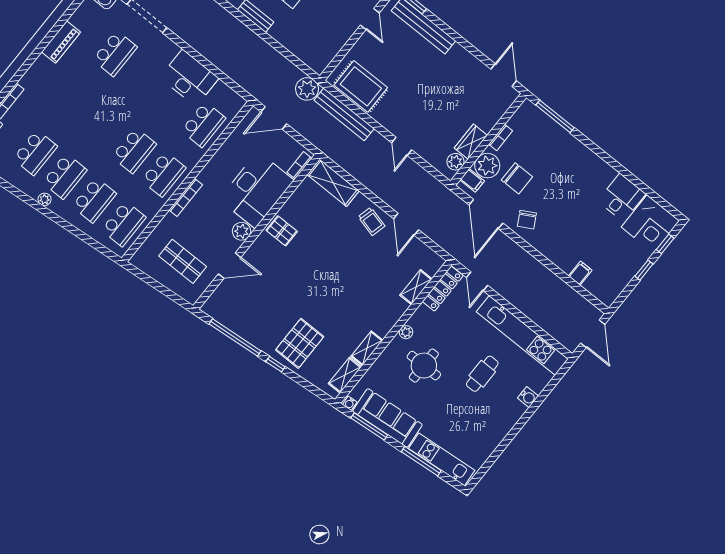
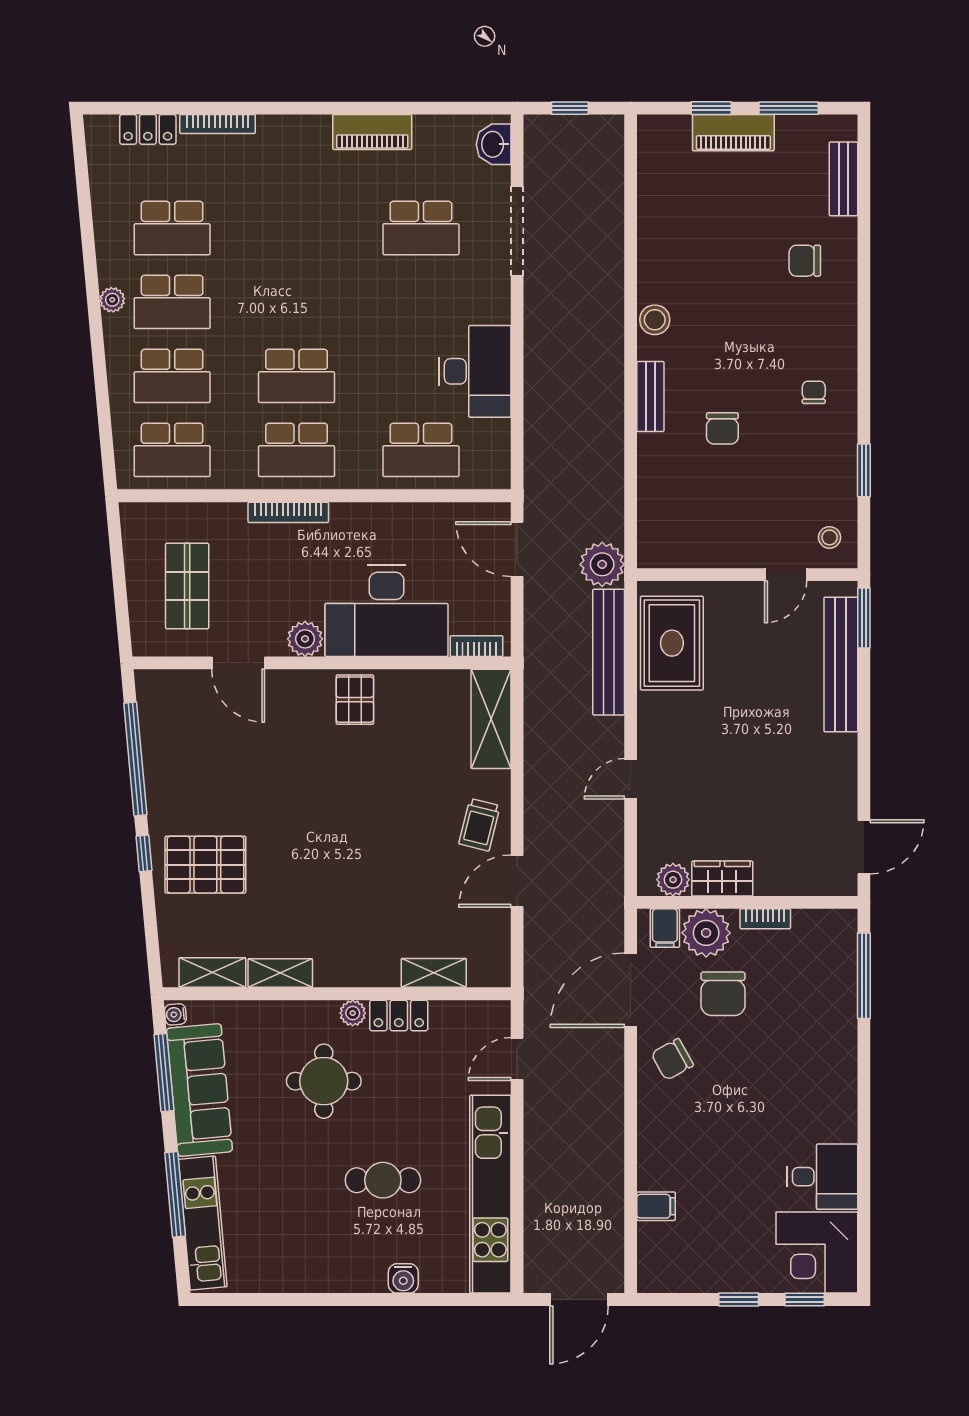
locker: (443, 289) -> (399, 1016), moved, width x0.66

